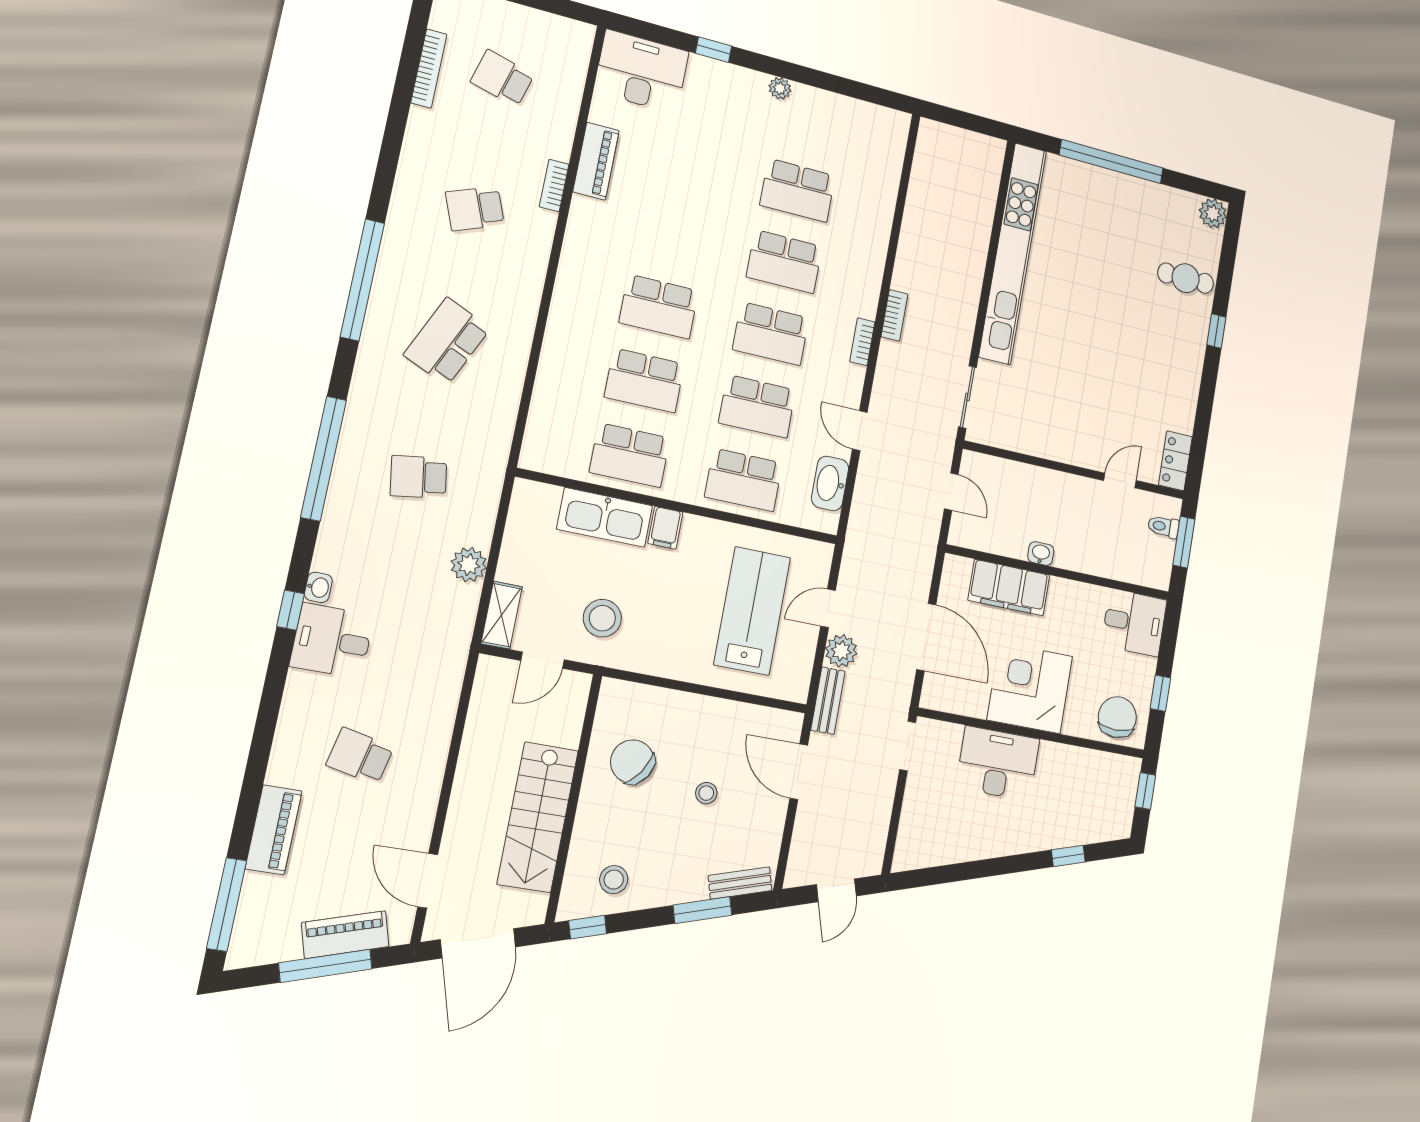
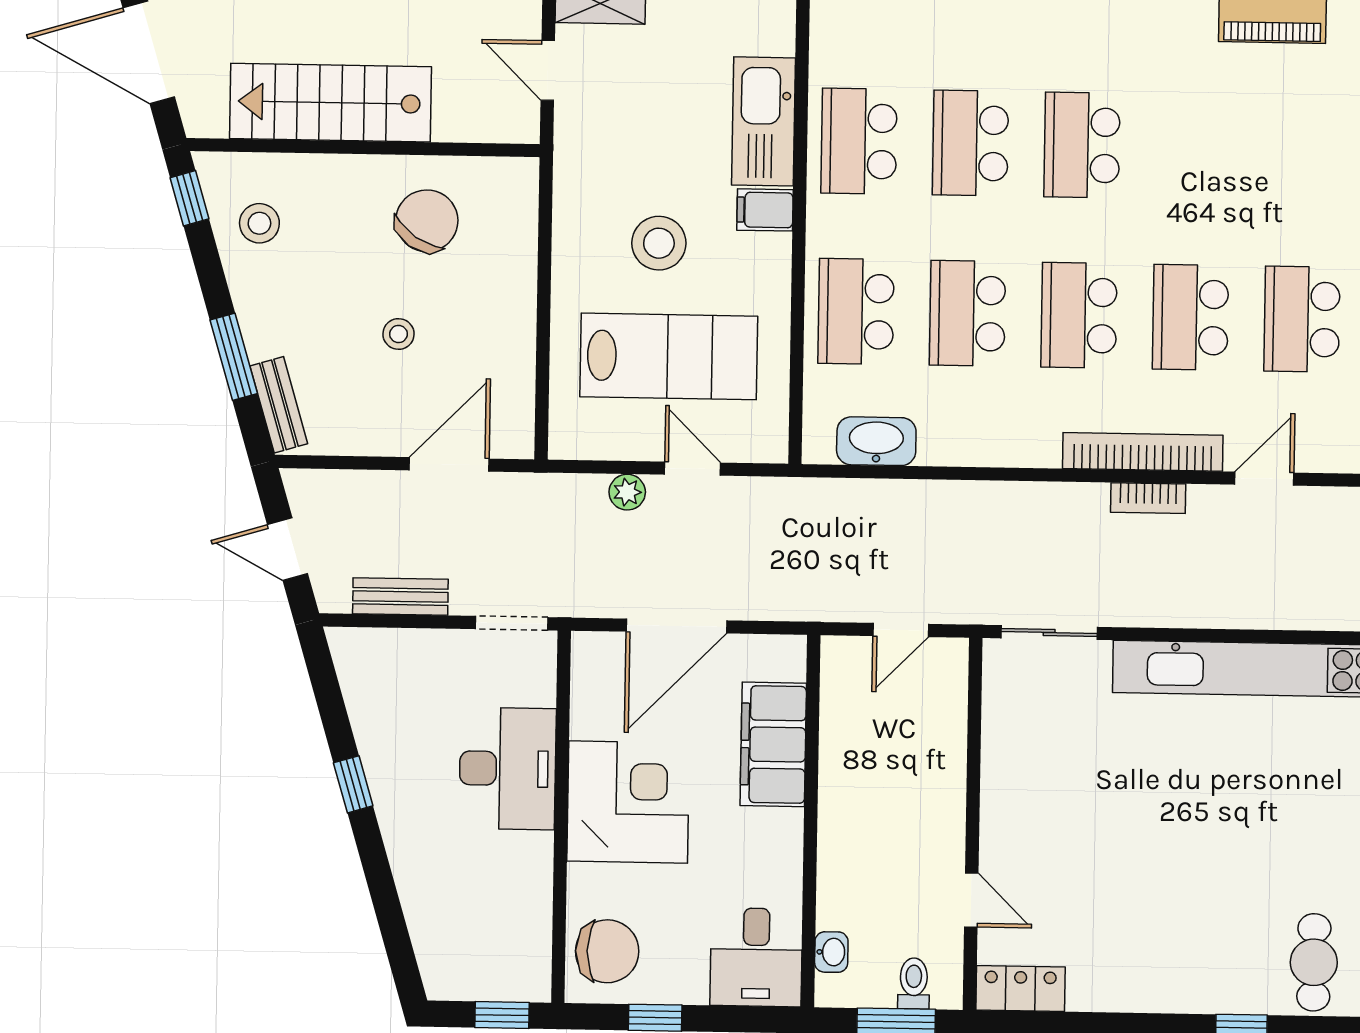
bookcase: (862, 342) -> (1143, 452), width x2.31, depth x1.31
door: (860, 431) -> (1264, 479), moved
washbasin: (1041, 554) -> (831, 952), moved
stool: (602, 618) -> (659, 243), moved
plant: (841, 651) -> (627, 492), width x0.73, depth x0.73
bench: (828, 701) -> (400, 597), moved
window: (1068, 856) -> (353, 784), moved

